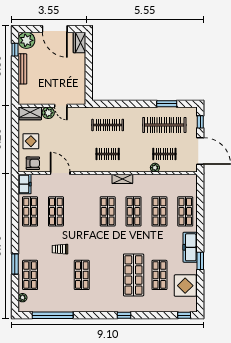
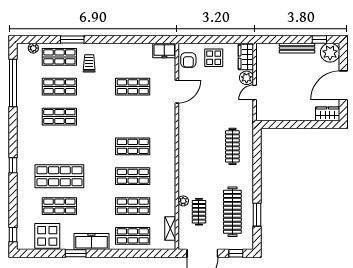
clothes rail: (108, 154) -> (199, 146), removed
shelving: (122, 179) -> (170, 229), moved
shop shelf: (30, 211) -> (59, 87), moved
trolley: (60, 249) -> (89, 63), moved

